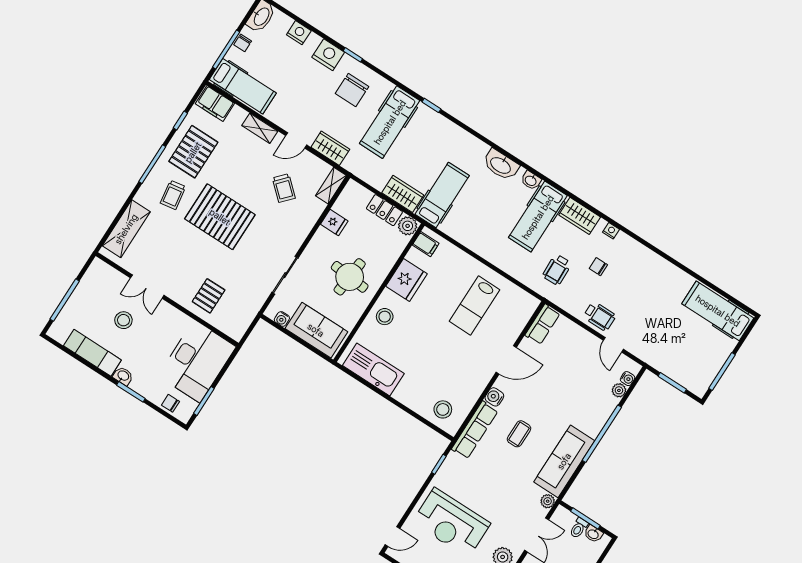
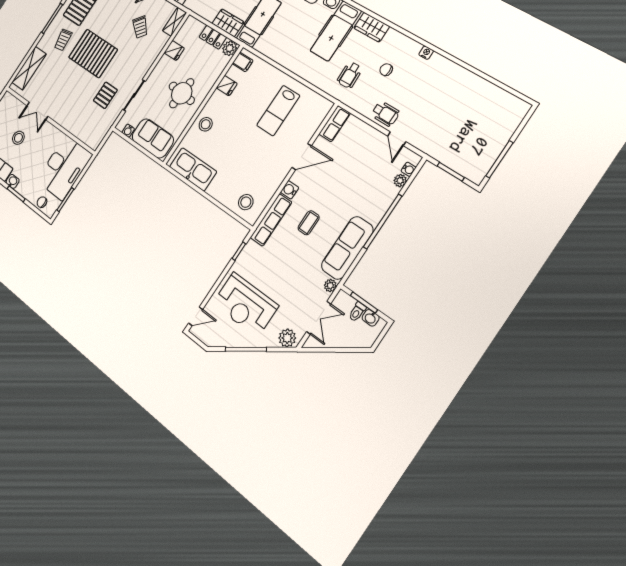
nightstand: (611, 231) -> (426, 53), moved
fridge: (406, 280) -> (227, 86), width x0.53, depth x0.75
pallet: (209, 296) -> (105, 95), moved
hospital bed: (718, 311) -> (496, 102), removed

